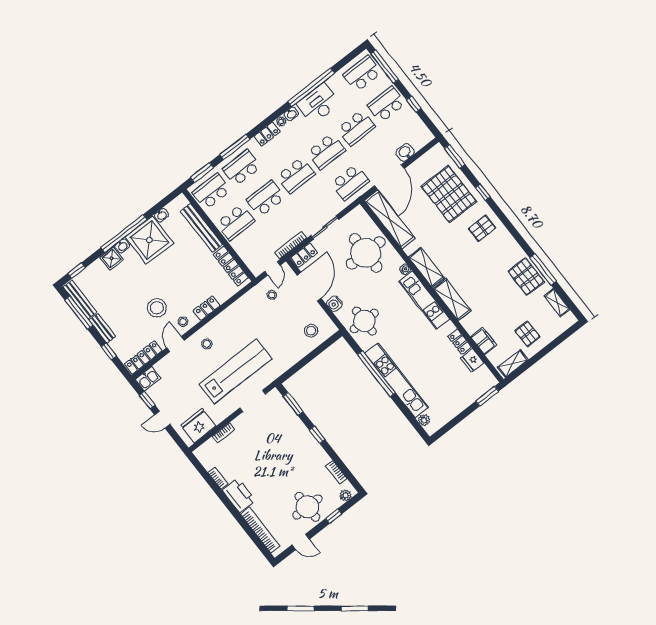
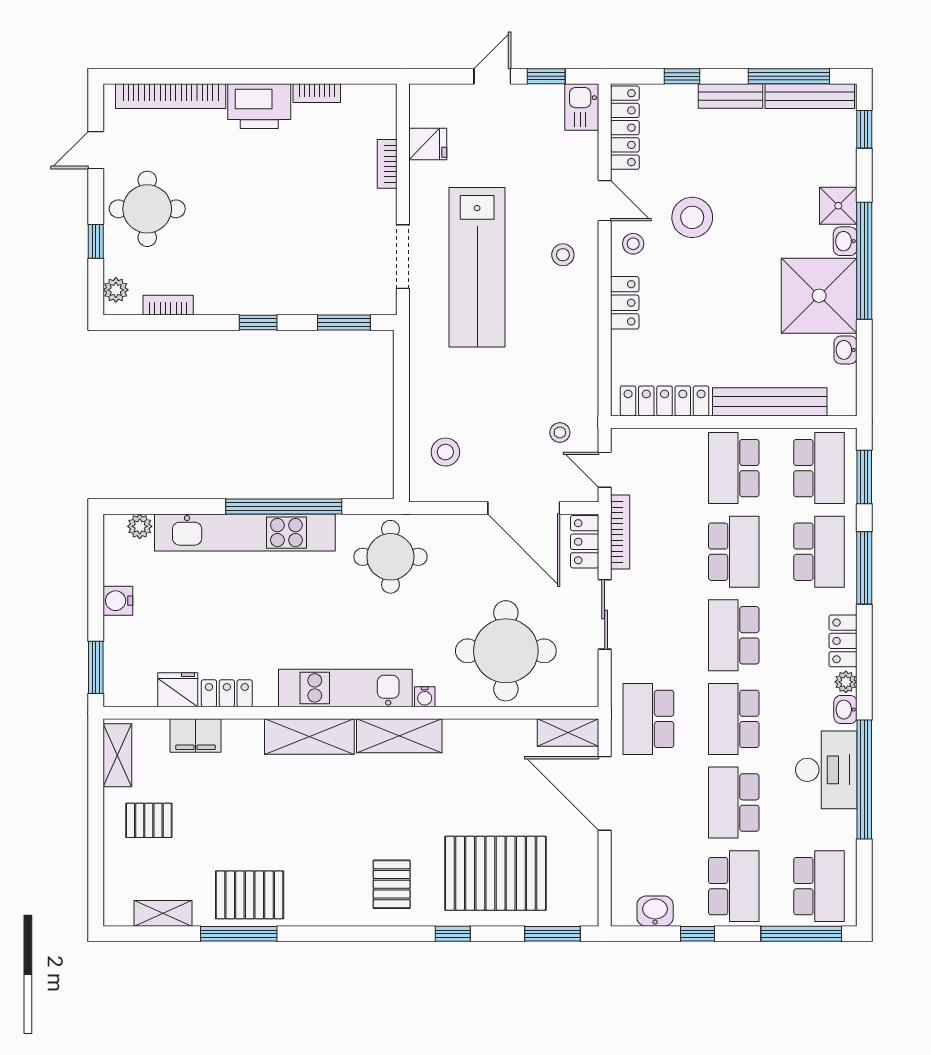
washbasin: (405, 152) -> (655, 911), moved, turned -90
shelving: (390, 219) -> (568, 732), width x0.45, depth x0.75
water cooler: (334, 304) -> (118, 601), moved, turned -90
fridge: (198, 426) -> (428, 144), width x0.53, depth x0.75

